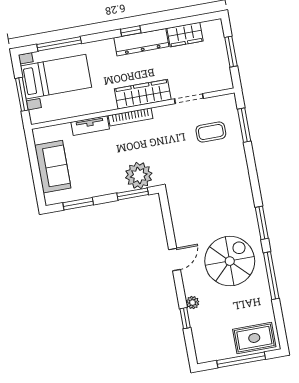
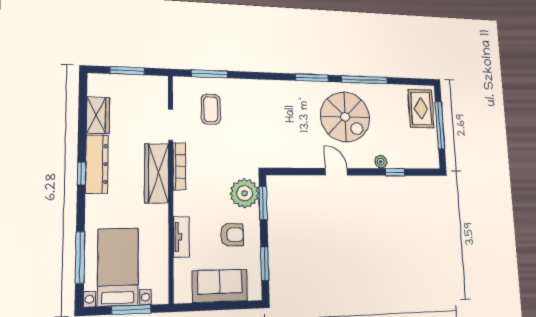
bookcase: (131, 117) -> (179, 166), moved
armchair: (99, 170) -> (232, 235), added
spiral stairs: (230, 261) -> (345, 117), turned 180

